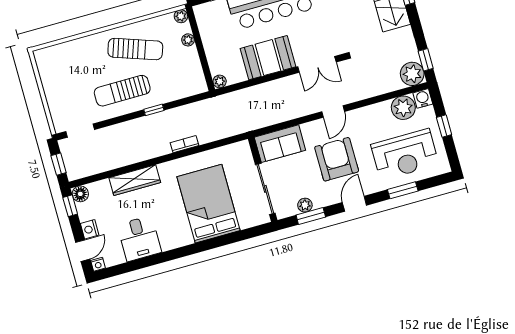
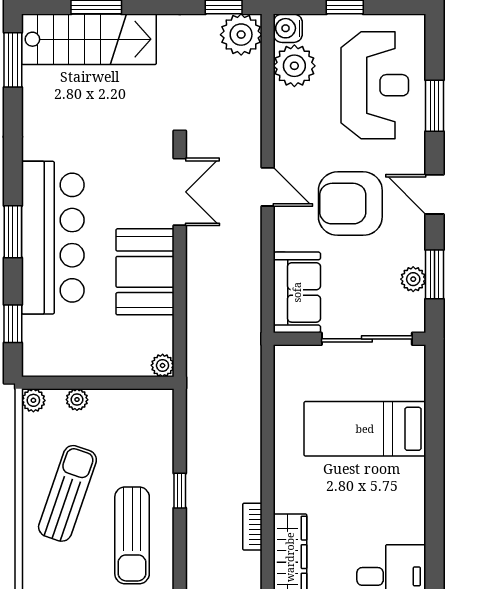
bookcase: (185, 144) -> (252, 527), moved
bed: (208, 204) -> (365, 429), width x0.67

